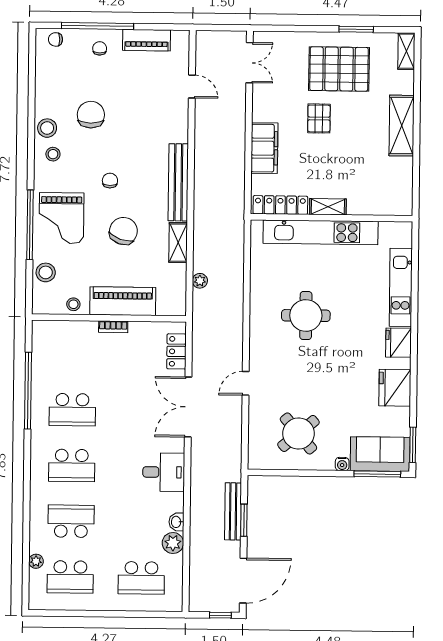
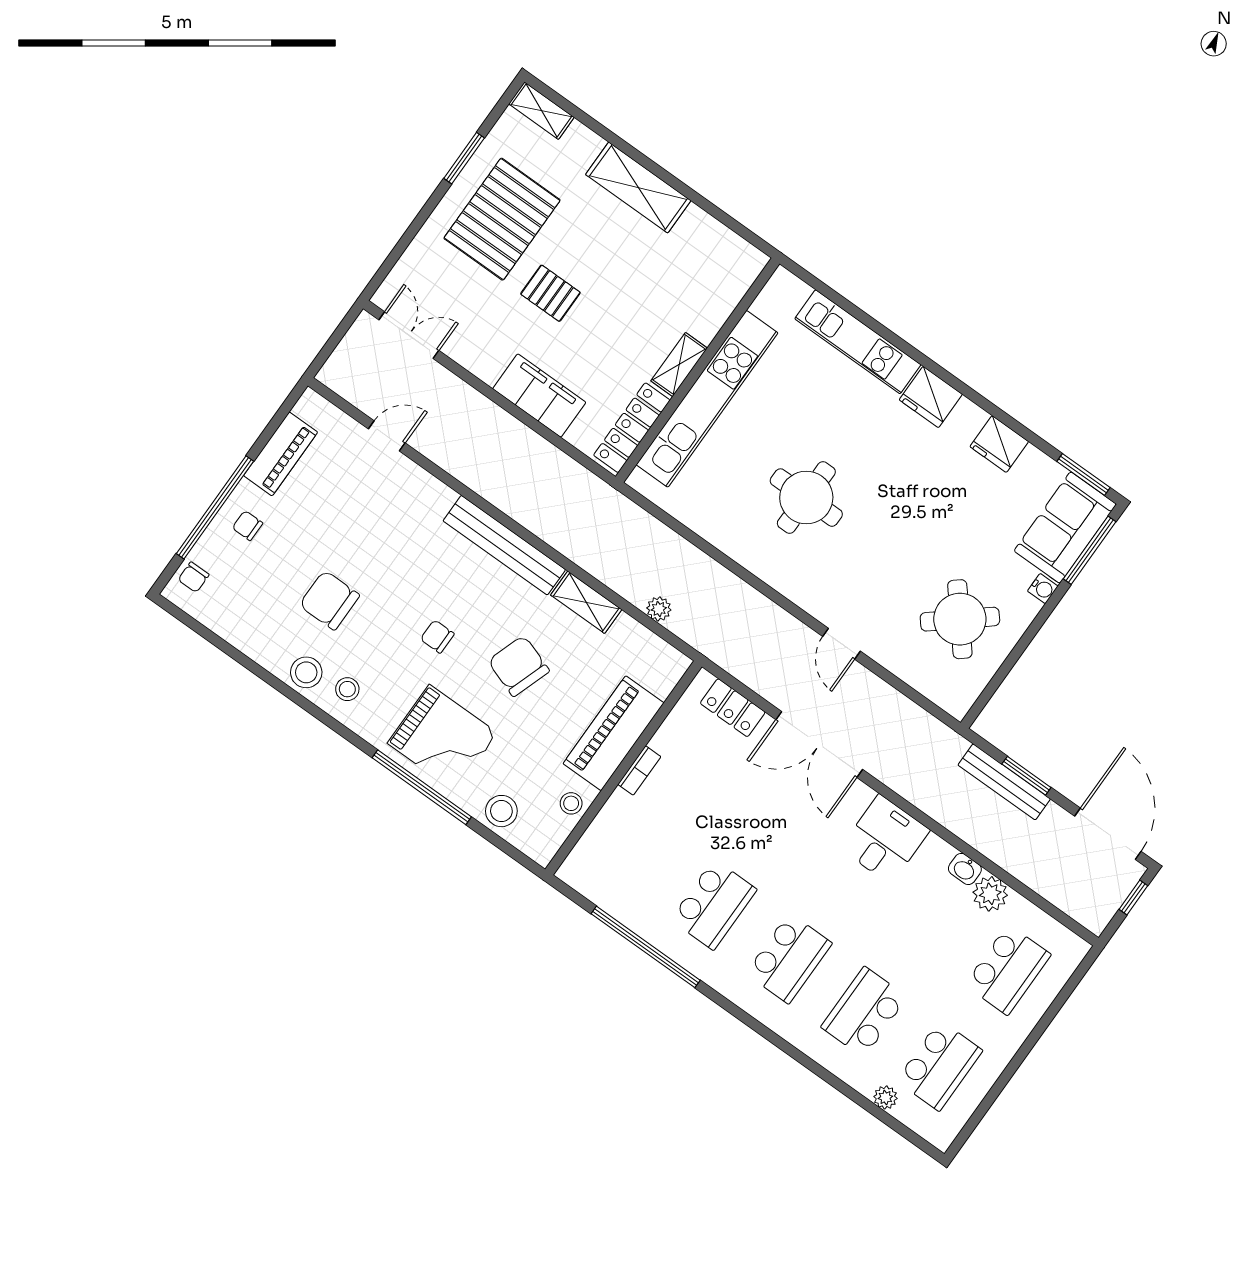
fridge: (395, 388) -> (999, 444), width x0.73, depth x0.75

